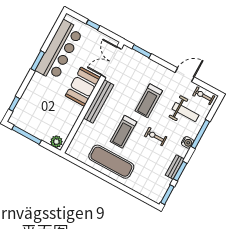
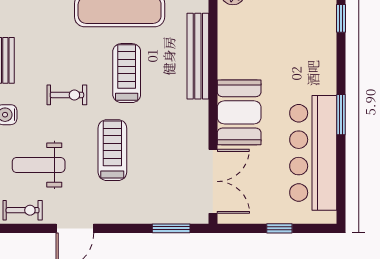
bench: (99, 102) -> (198, 56), moved

